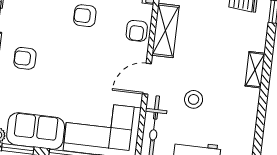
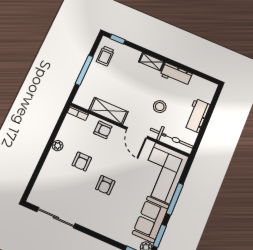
armchair: (25, 58) -> (105, 185), moved
workbench: (247, 109) -> (176, 74), added

